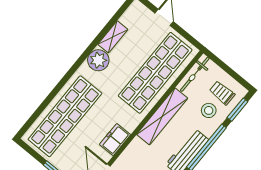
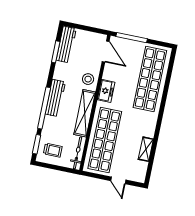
plant: (98, 60) -> (147, 128), removed
stool: (209, 110) -> (88, 79), moved
freezer: (115, 140) -> (106, 91), moved

